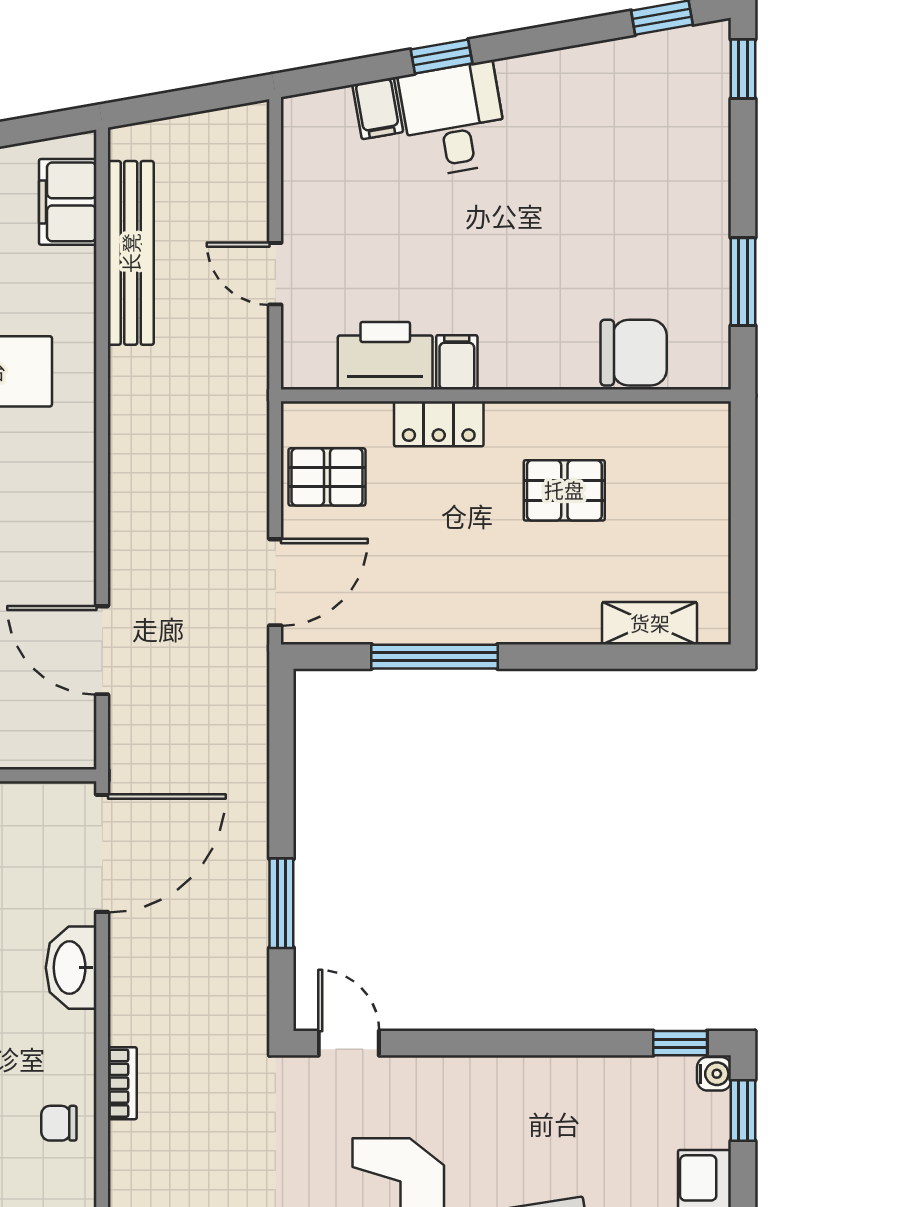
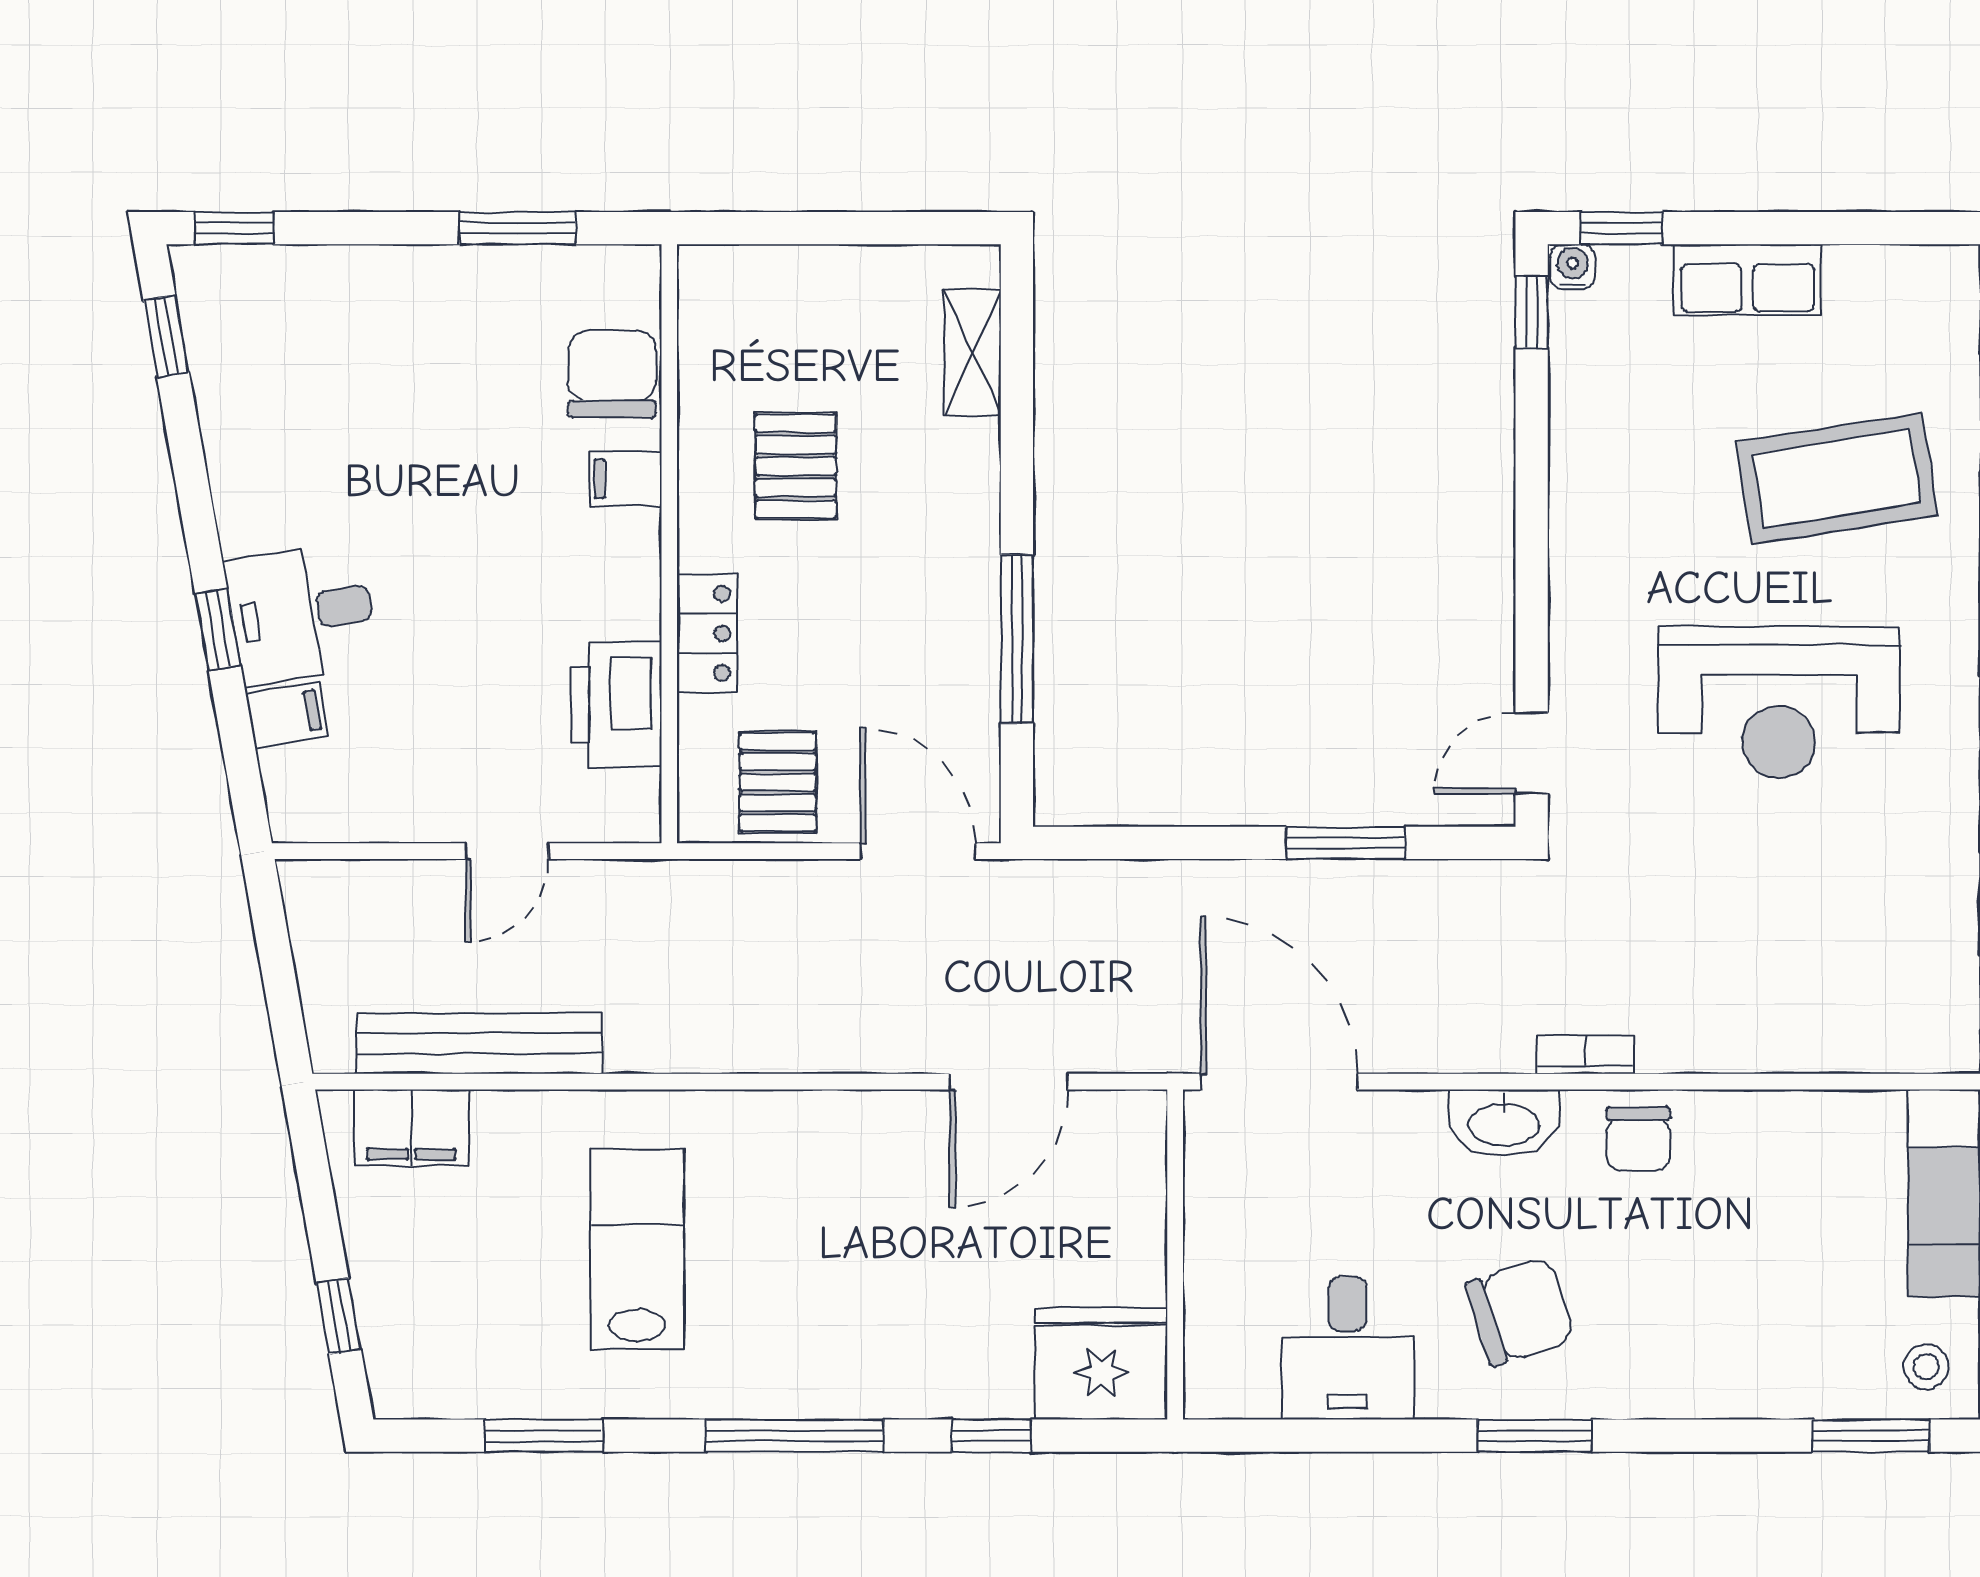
filing cabinet: (457, 362) -> (625, 479), moved
washbasin: (71, 968) -> (1504, 1123), moved
chair: (59, 1123) -> (1638, 1139), width x1.37, depth x1.37

